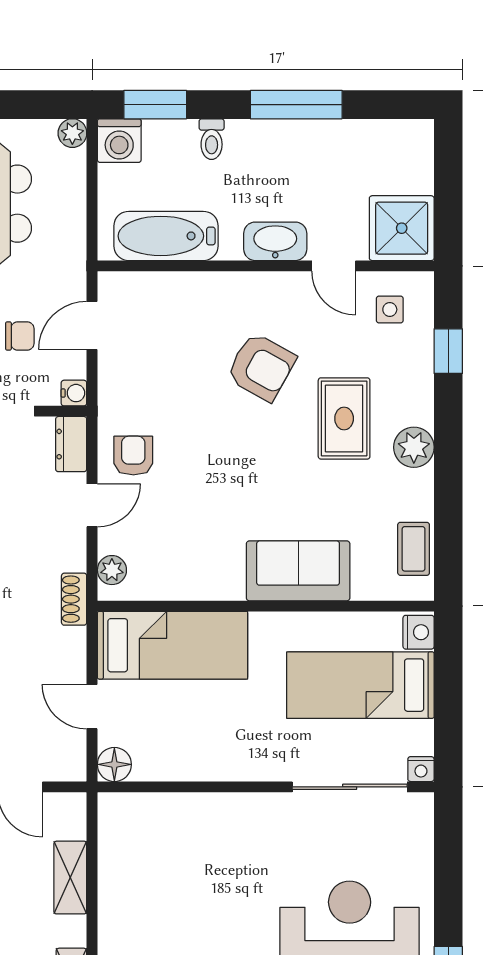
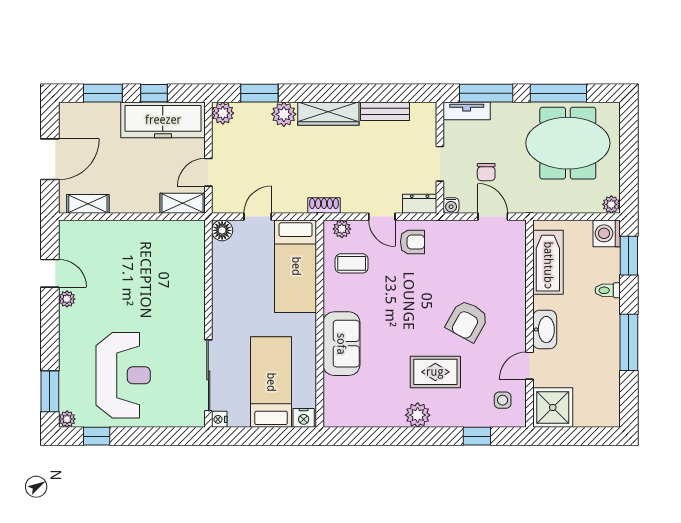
coffee table: (414, 549) -> (352, 263), moved
shelving: (70, 878) -> (183, 203), moved

